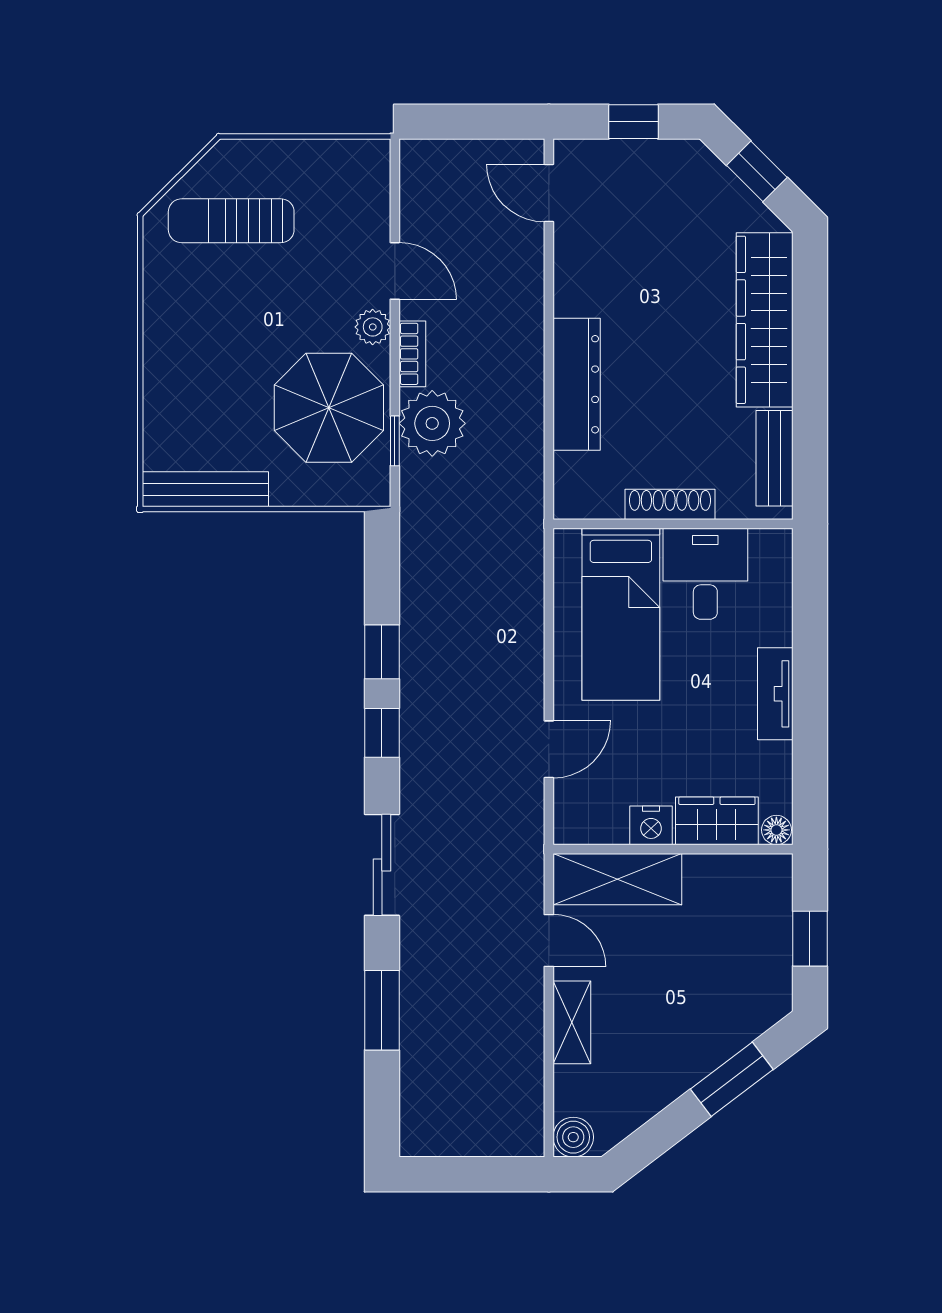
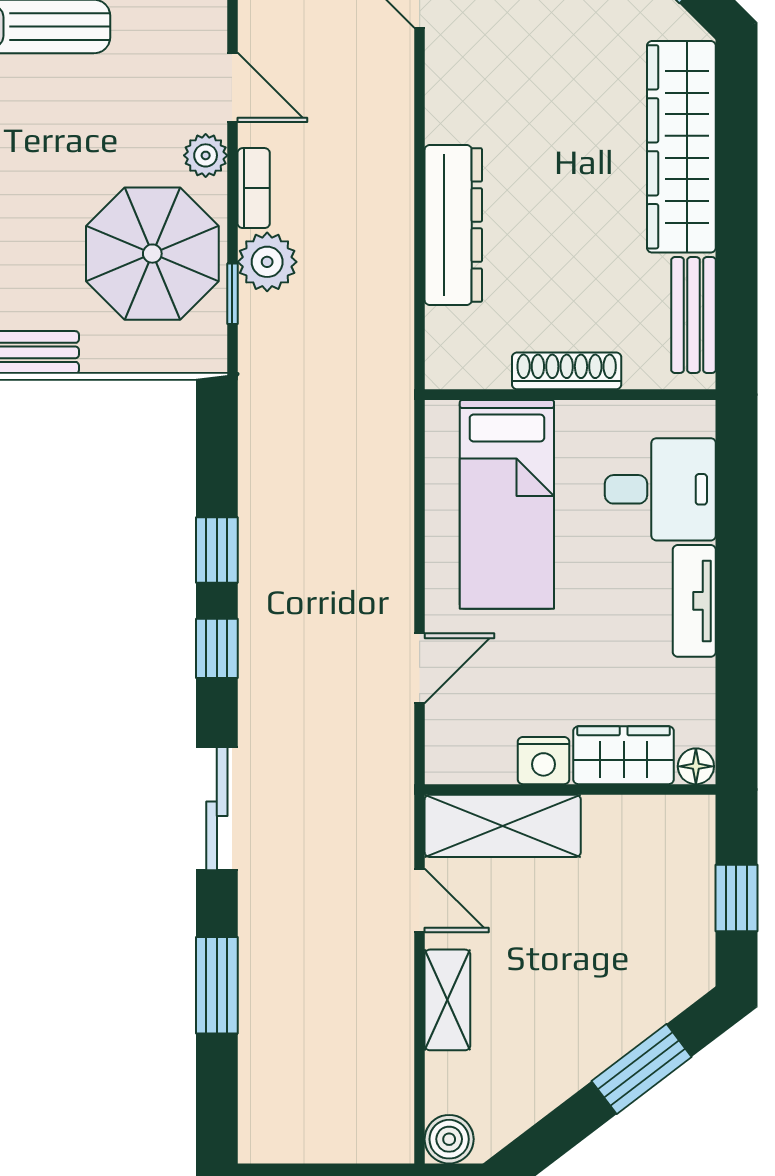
plant: (432, 423) -> (267, 262), width x0.73, depth x0.73
desk: (705, 574) -> (660, 489), moved, turned 90

